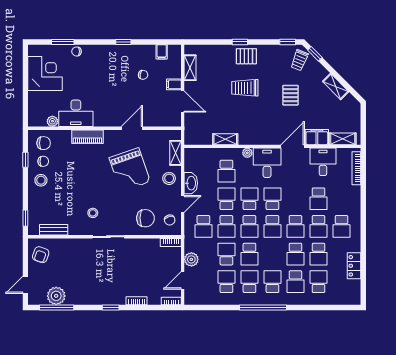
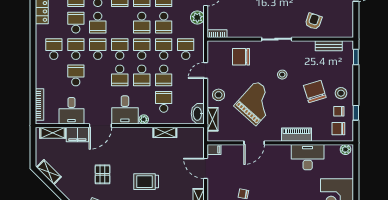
filing cabinet: (174, 84) -> (214, 149), moved
shelving: (336, 86) -> (49, 172), moved
trolley: (245, 88) -> (146, 182), turned 180
plant: (52, 121) -> (345, 149), moved
grand piano: (130, 170) -> (256, 103), turned 61
washbasin: (191, 183) -> (198, 114), moved
stool: (93, 213) -> (282, 75), moved
chair: (170, 220) -> (315, 91), moved, width x1.87, depth x1.87
school desk: (249, 254) -> (142, 23), turned 180
school desk: (295, 254) -> (98, 23), turned 180
armchair: (41, 255) -> (313, 21), moved

